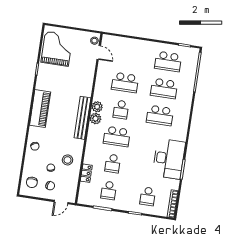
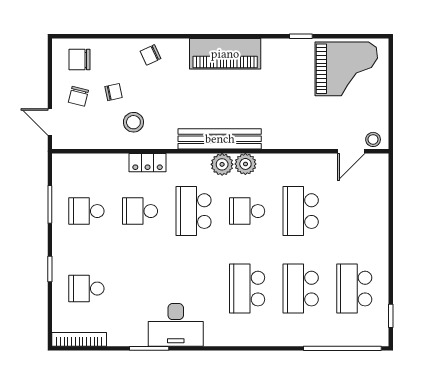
desk: (169, 159) -> (176, 325), width x0.73, depth x0.77
locker: (86, 173) -> (148, 163), moved

